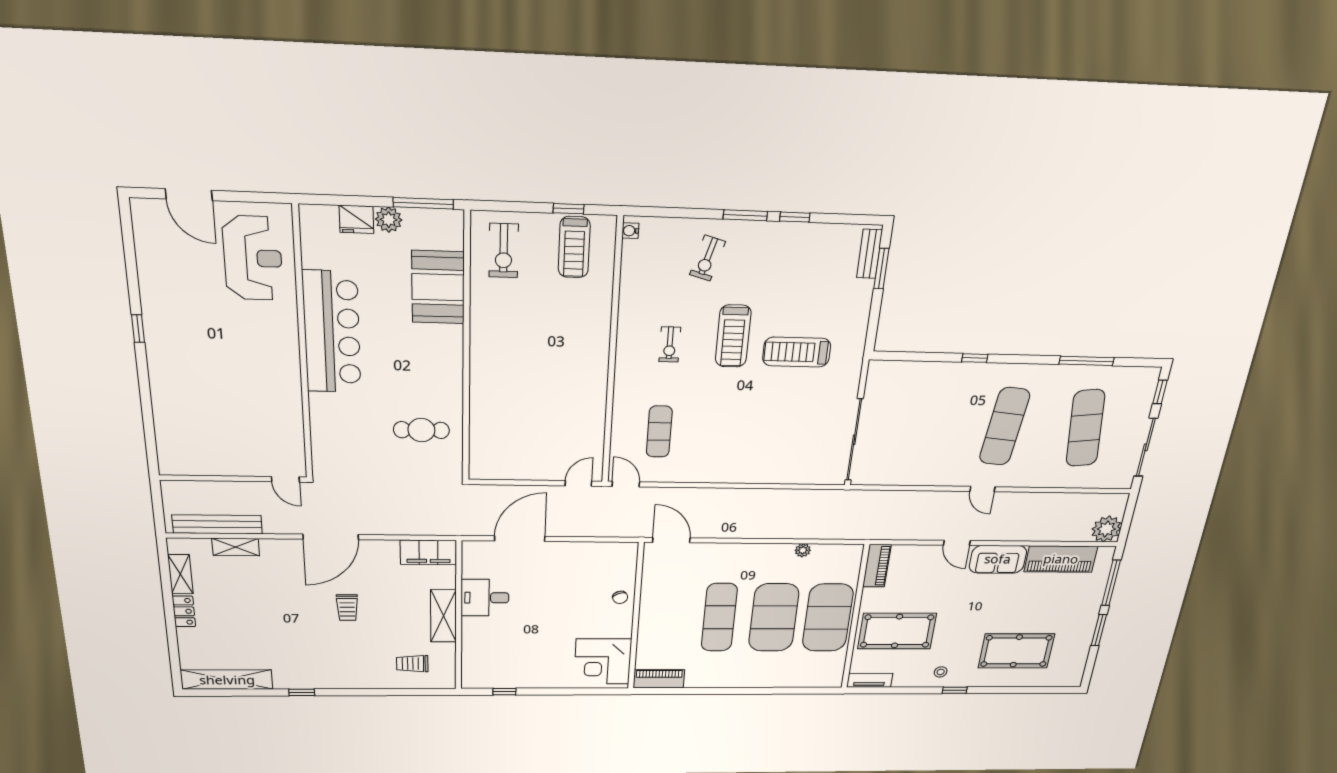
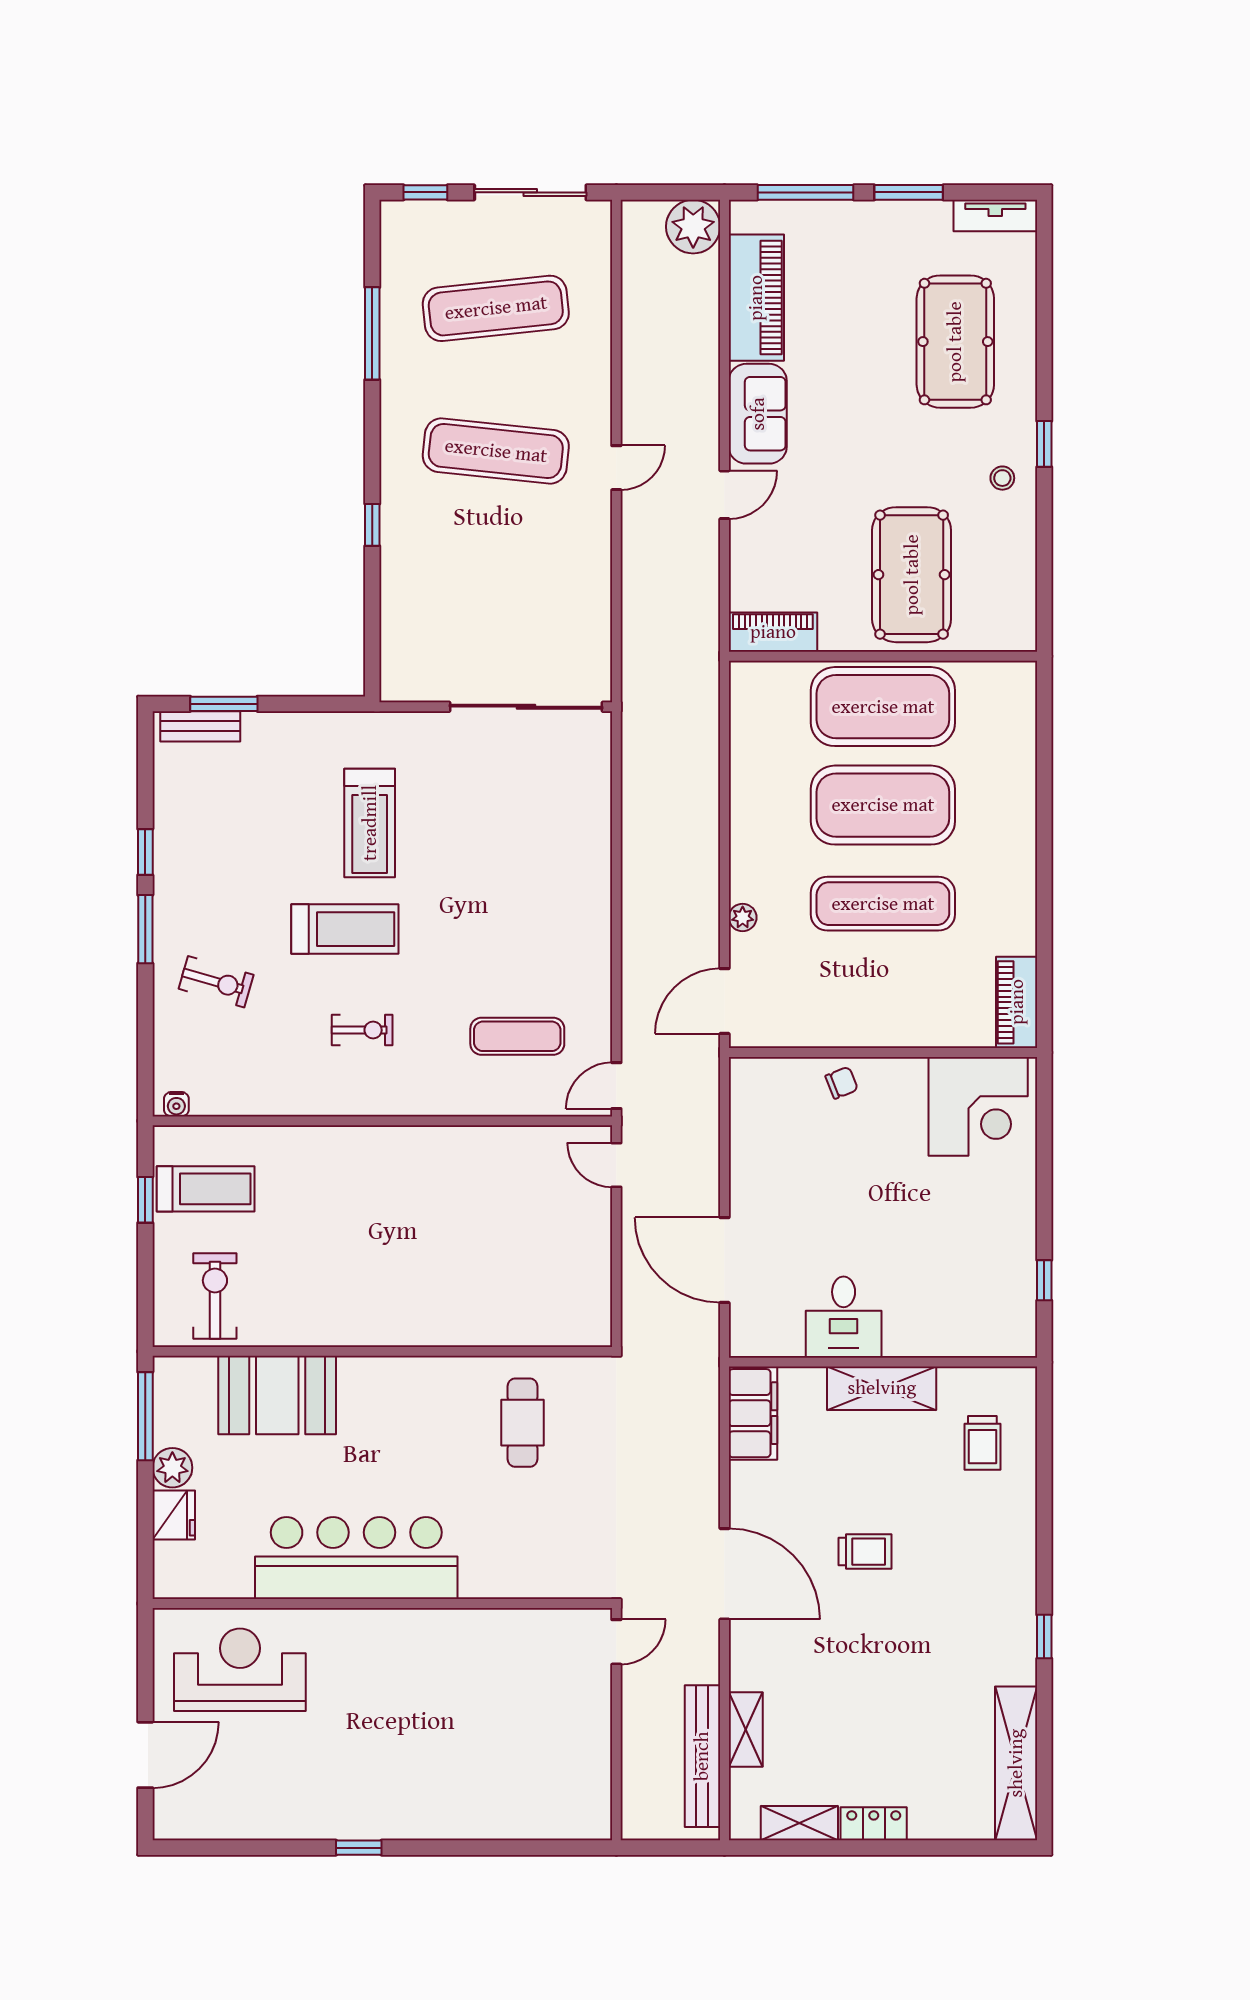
exercise bike: (504, 251) -> (215, 1296), turned -90
plant: (803, 550) -> (743, 917), moved
tv unit: (870, 680) -> (995, 216), moved, turned -90

